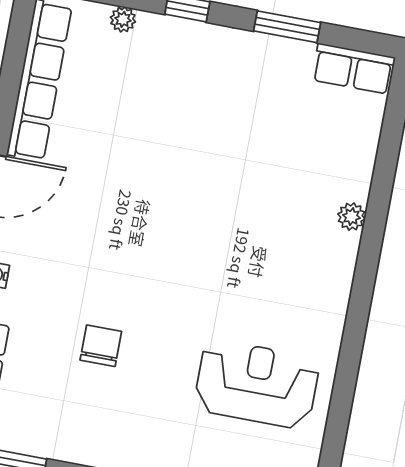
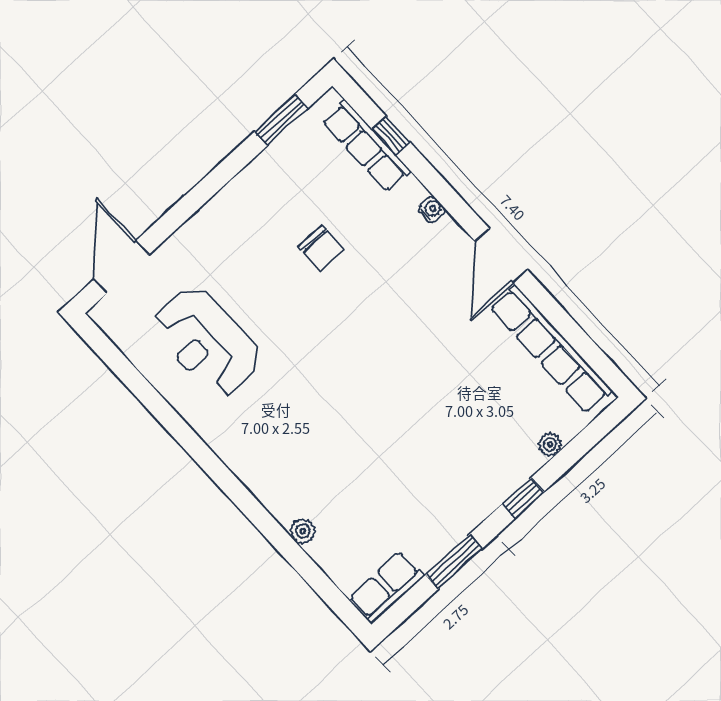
plant: (351, 217) -> (303, 531), moved
reception desk: (257, 384) -> (207, 342), turned 90

